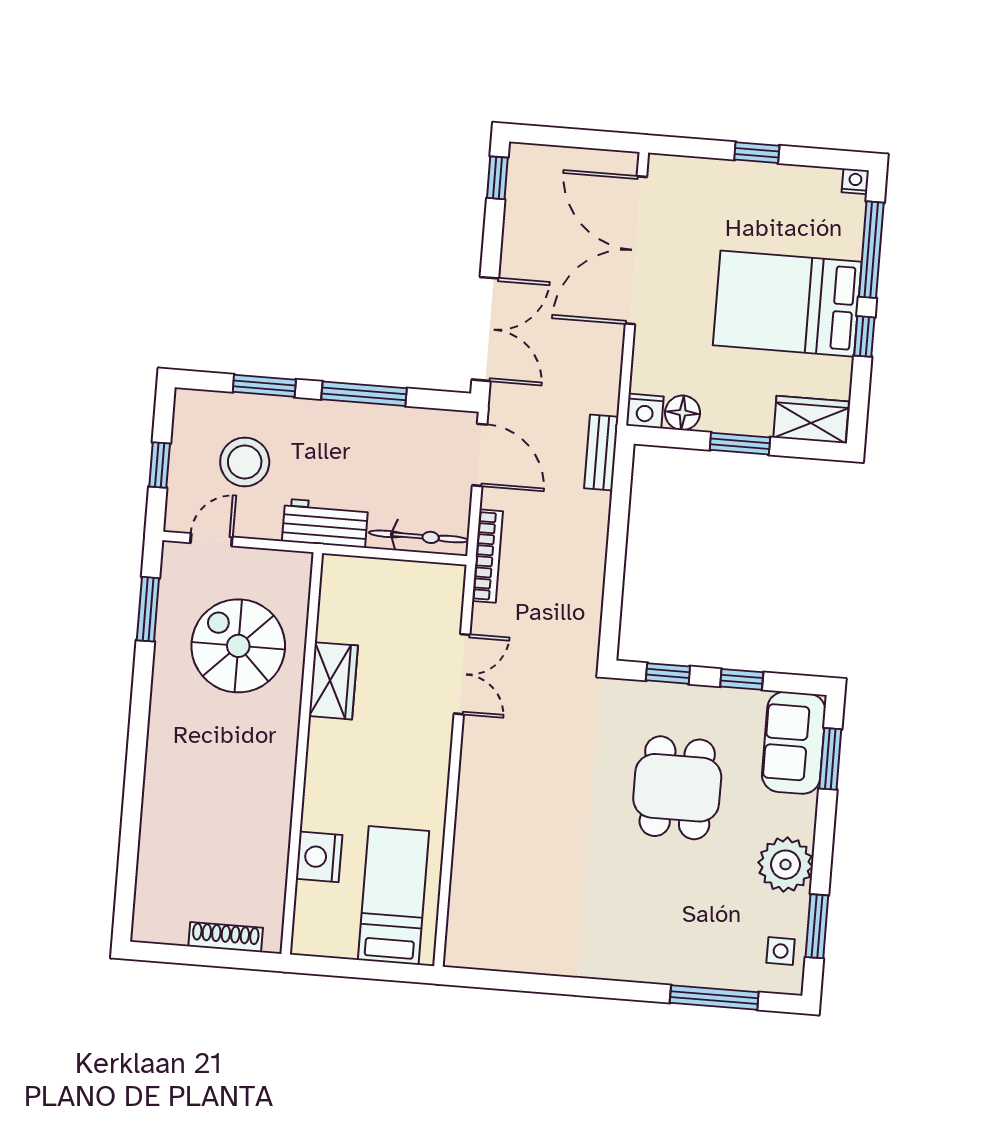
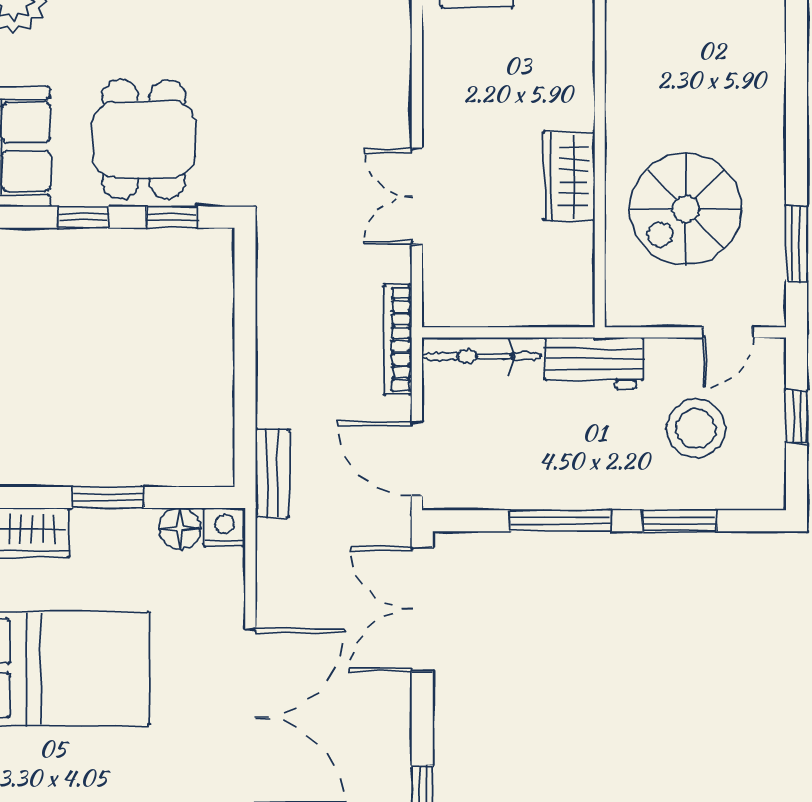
spiral stairs: (238, 646) -> (686, 209), turned 90
dining table: (677, 788) -> (144, 139), moved

